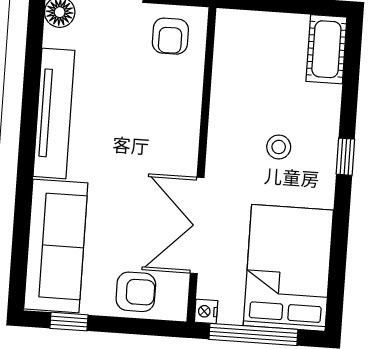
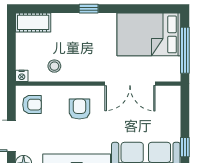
stool: (279, 147) -> (54, 66), moved
armchair: (136, 292) -> (79, 109), moved
nightstand: (206, 311) -> (22, 76), moved

